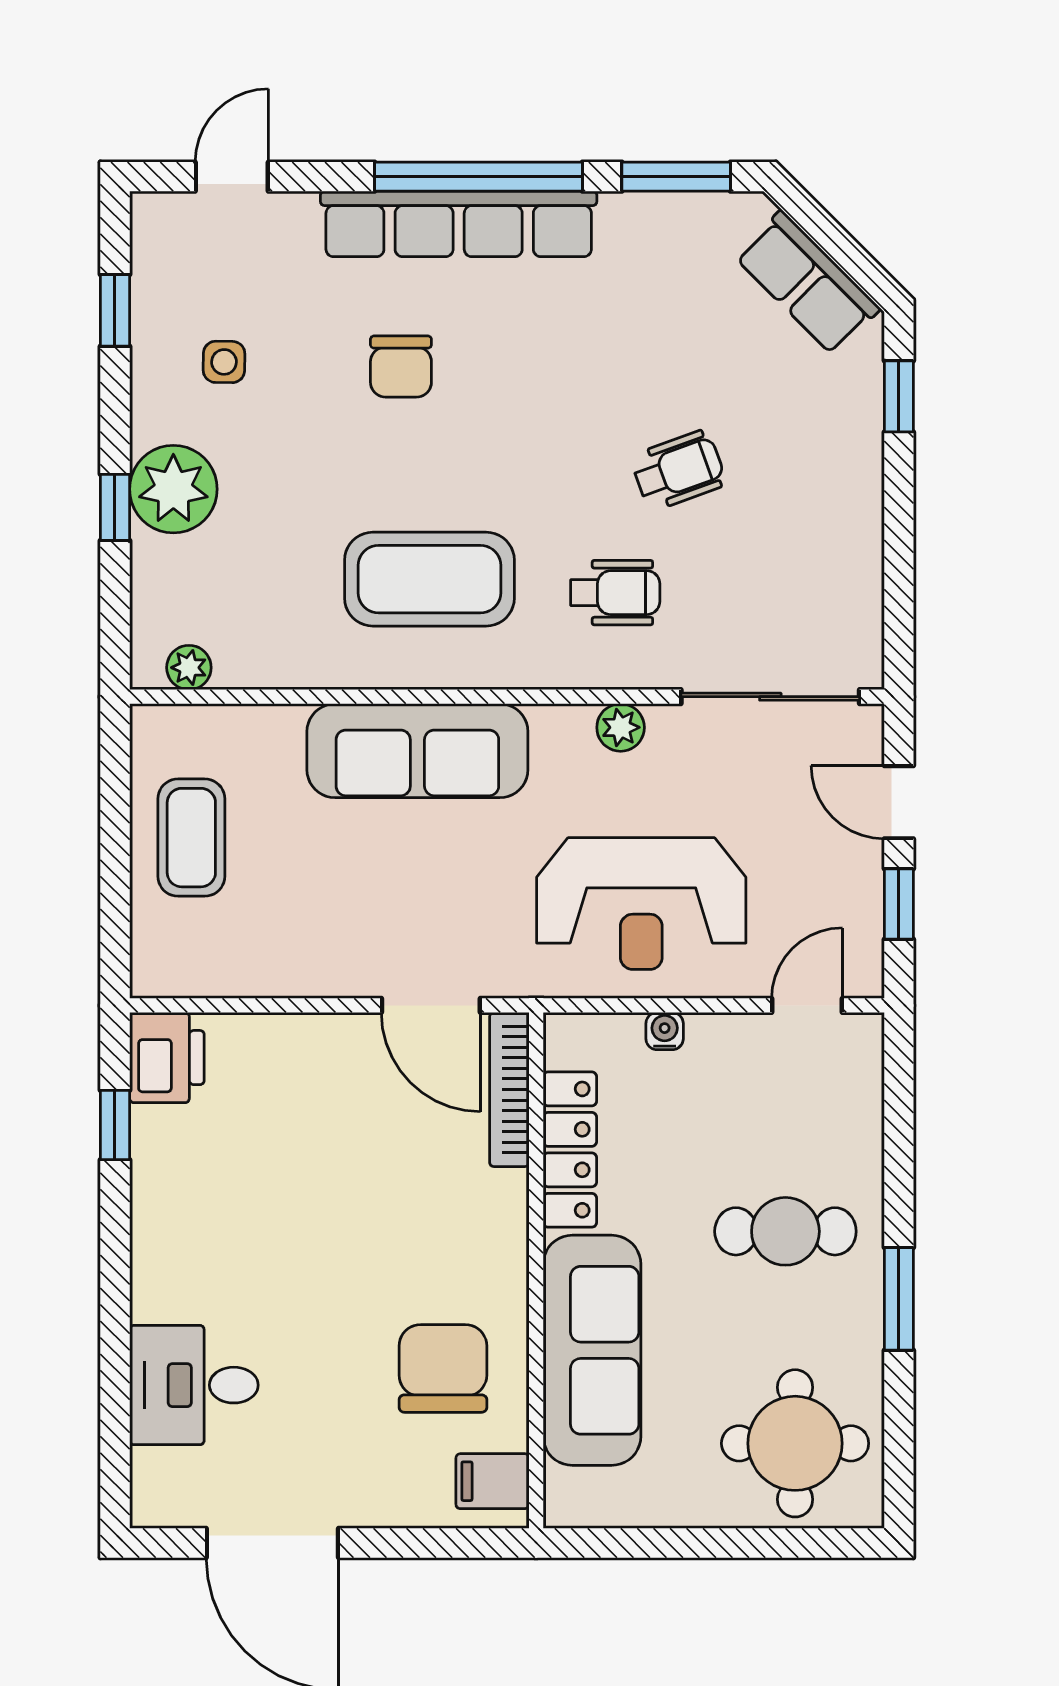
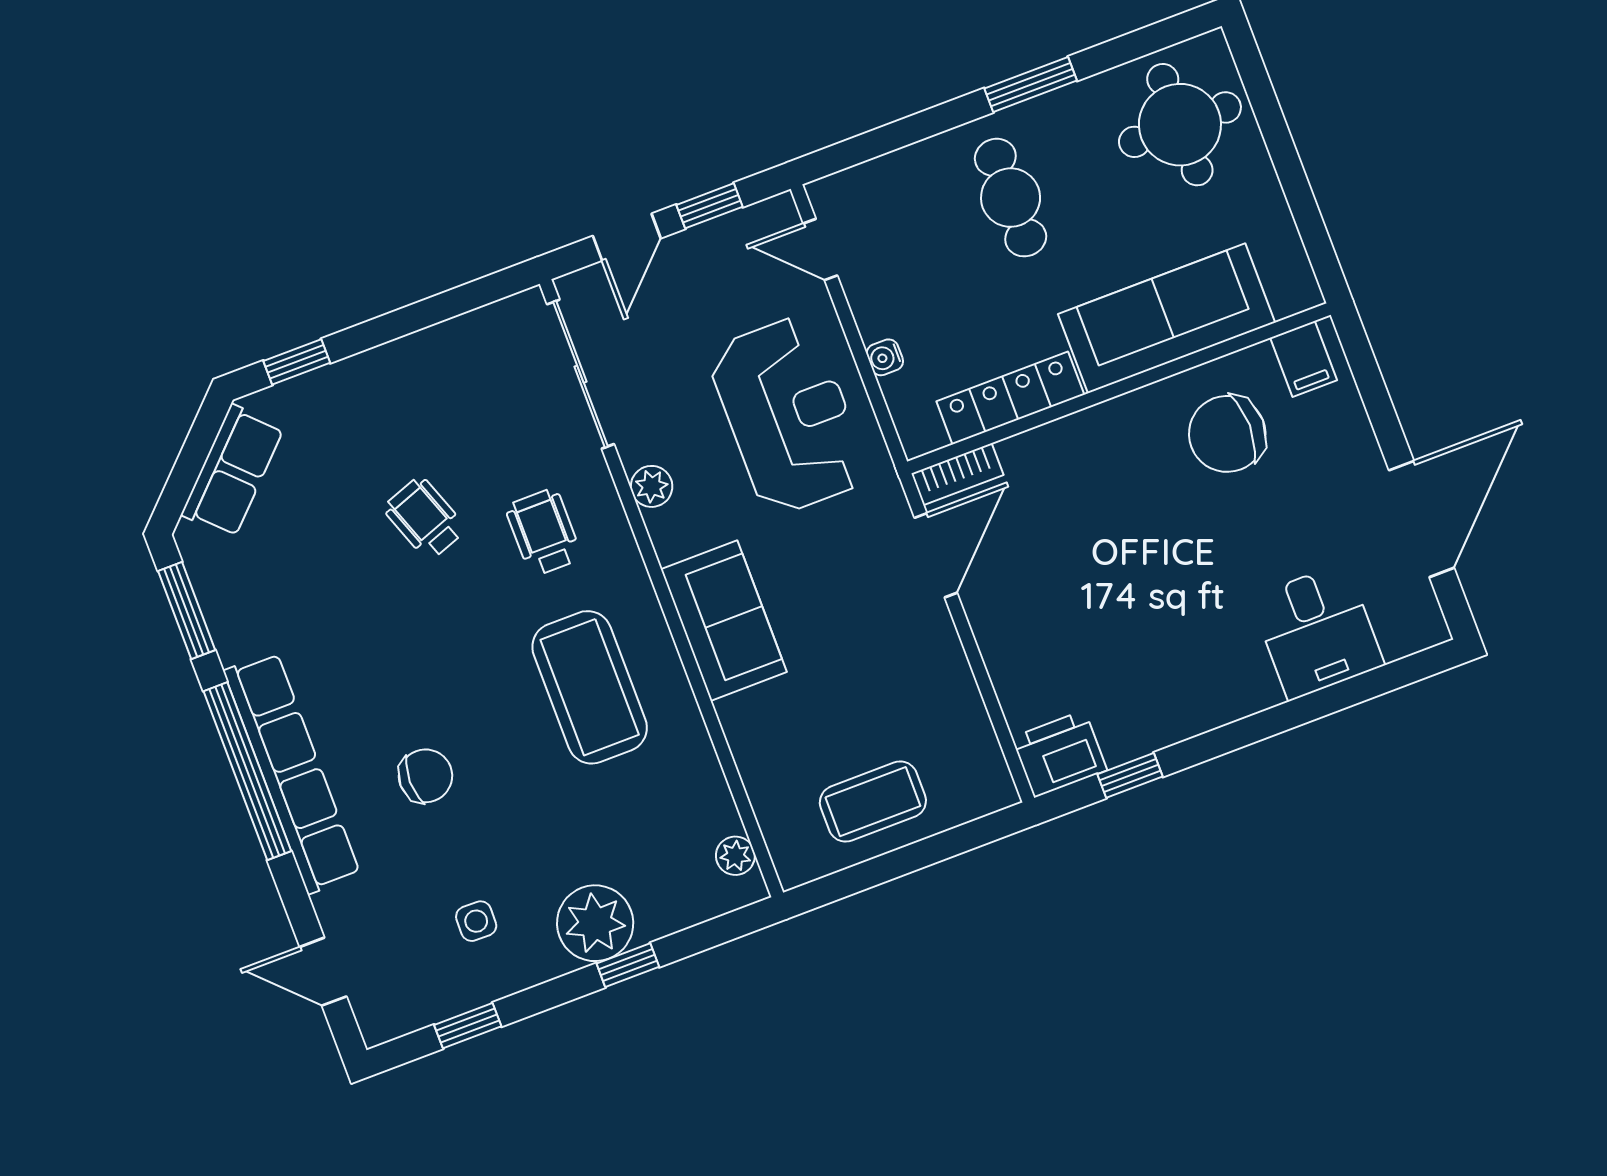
sofa: (417, 751) -> (724, 621), width x0.73
bookcase: (509, 1089) -> (957, 474), width x0.64

